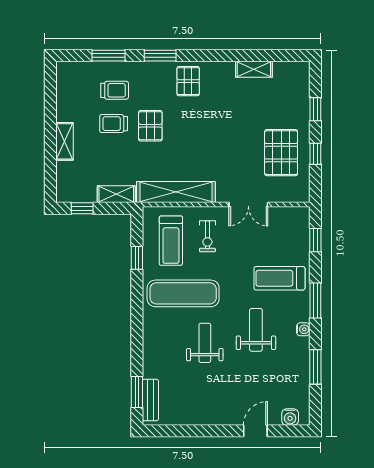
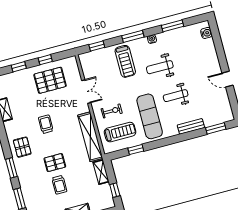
pallet: (188, 81) -> (22, 147), turned 90
trolley: (115, 90) -> (46, 124), moved
bench: (150, 400) -> (191, 126), moved
door: (255, 431) -> (227, 79), moved

